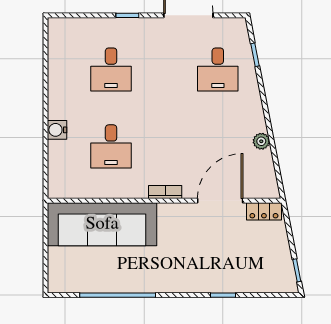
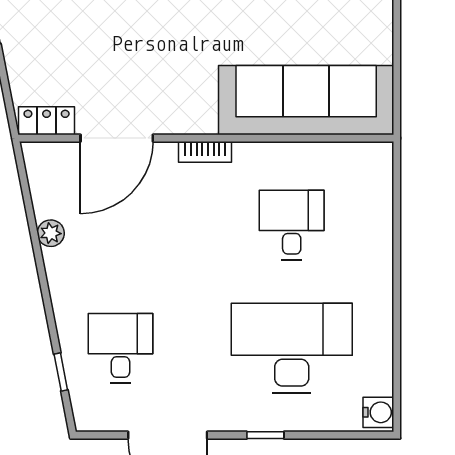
desk: (111, 70) -> (292, 348), width x1.87, depth x1.30
water cooler: (57, 130) -> (378, 412), moved

